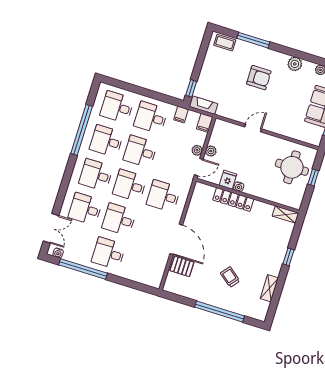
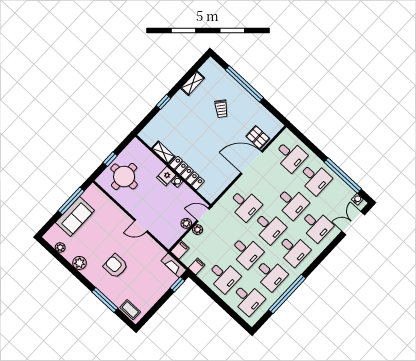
fridge: (228, 180) -> (166, 176), moved
shelving: (285, 215) -> (163, 152), moved
door: (176, 239) -> (252, 163), hinge flipped
desk: (142, 264) -> (290, 156), added

